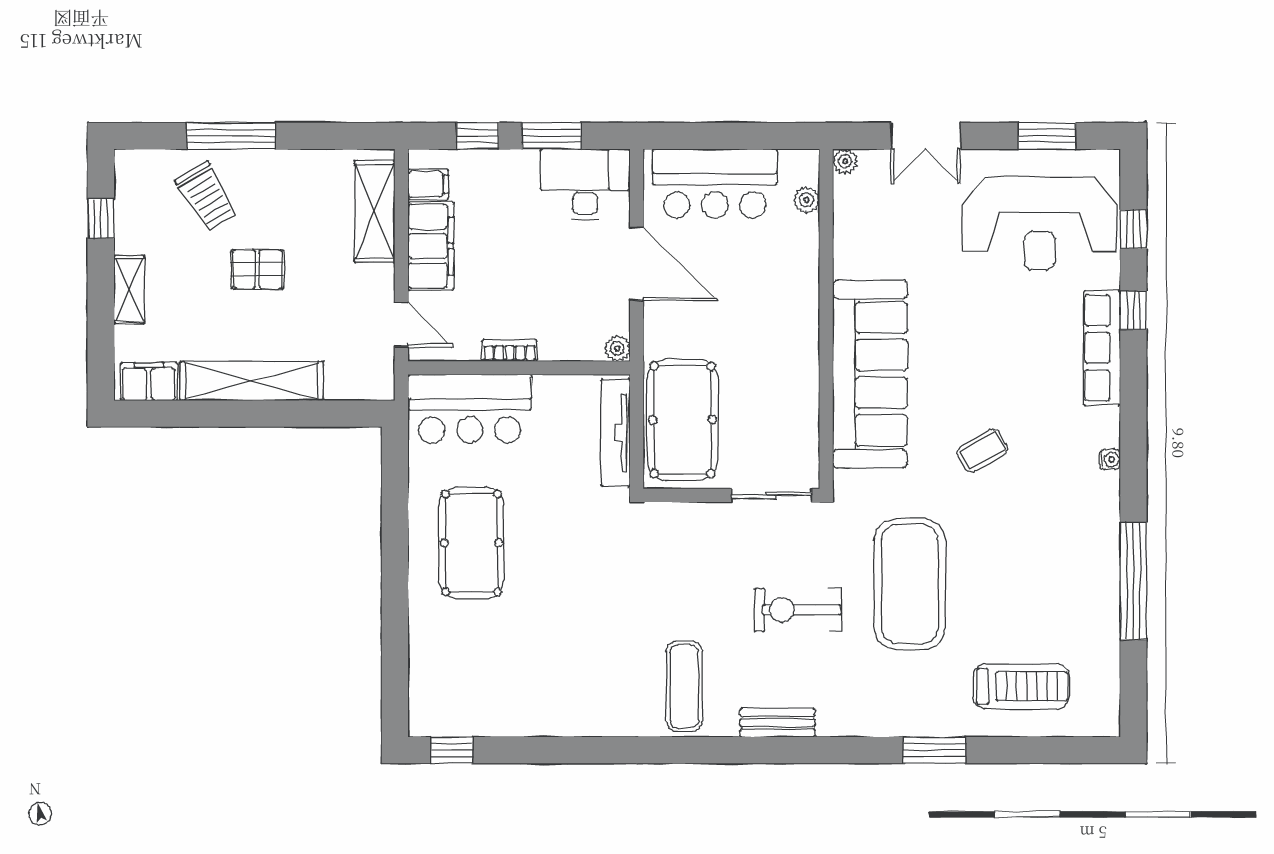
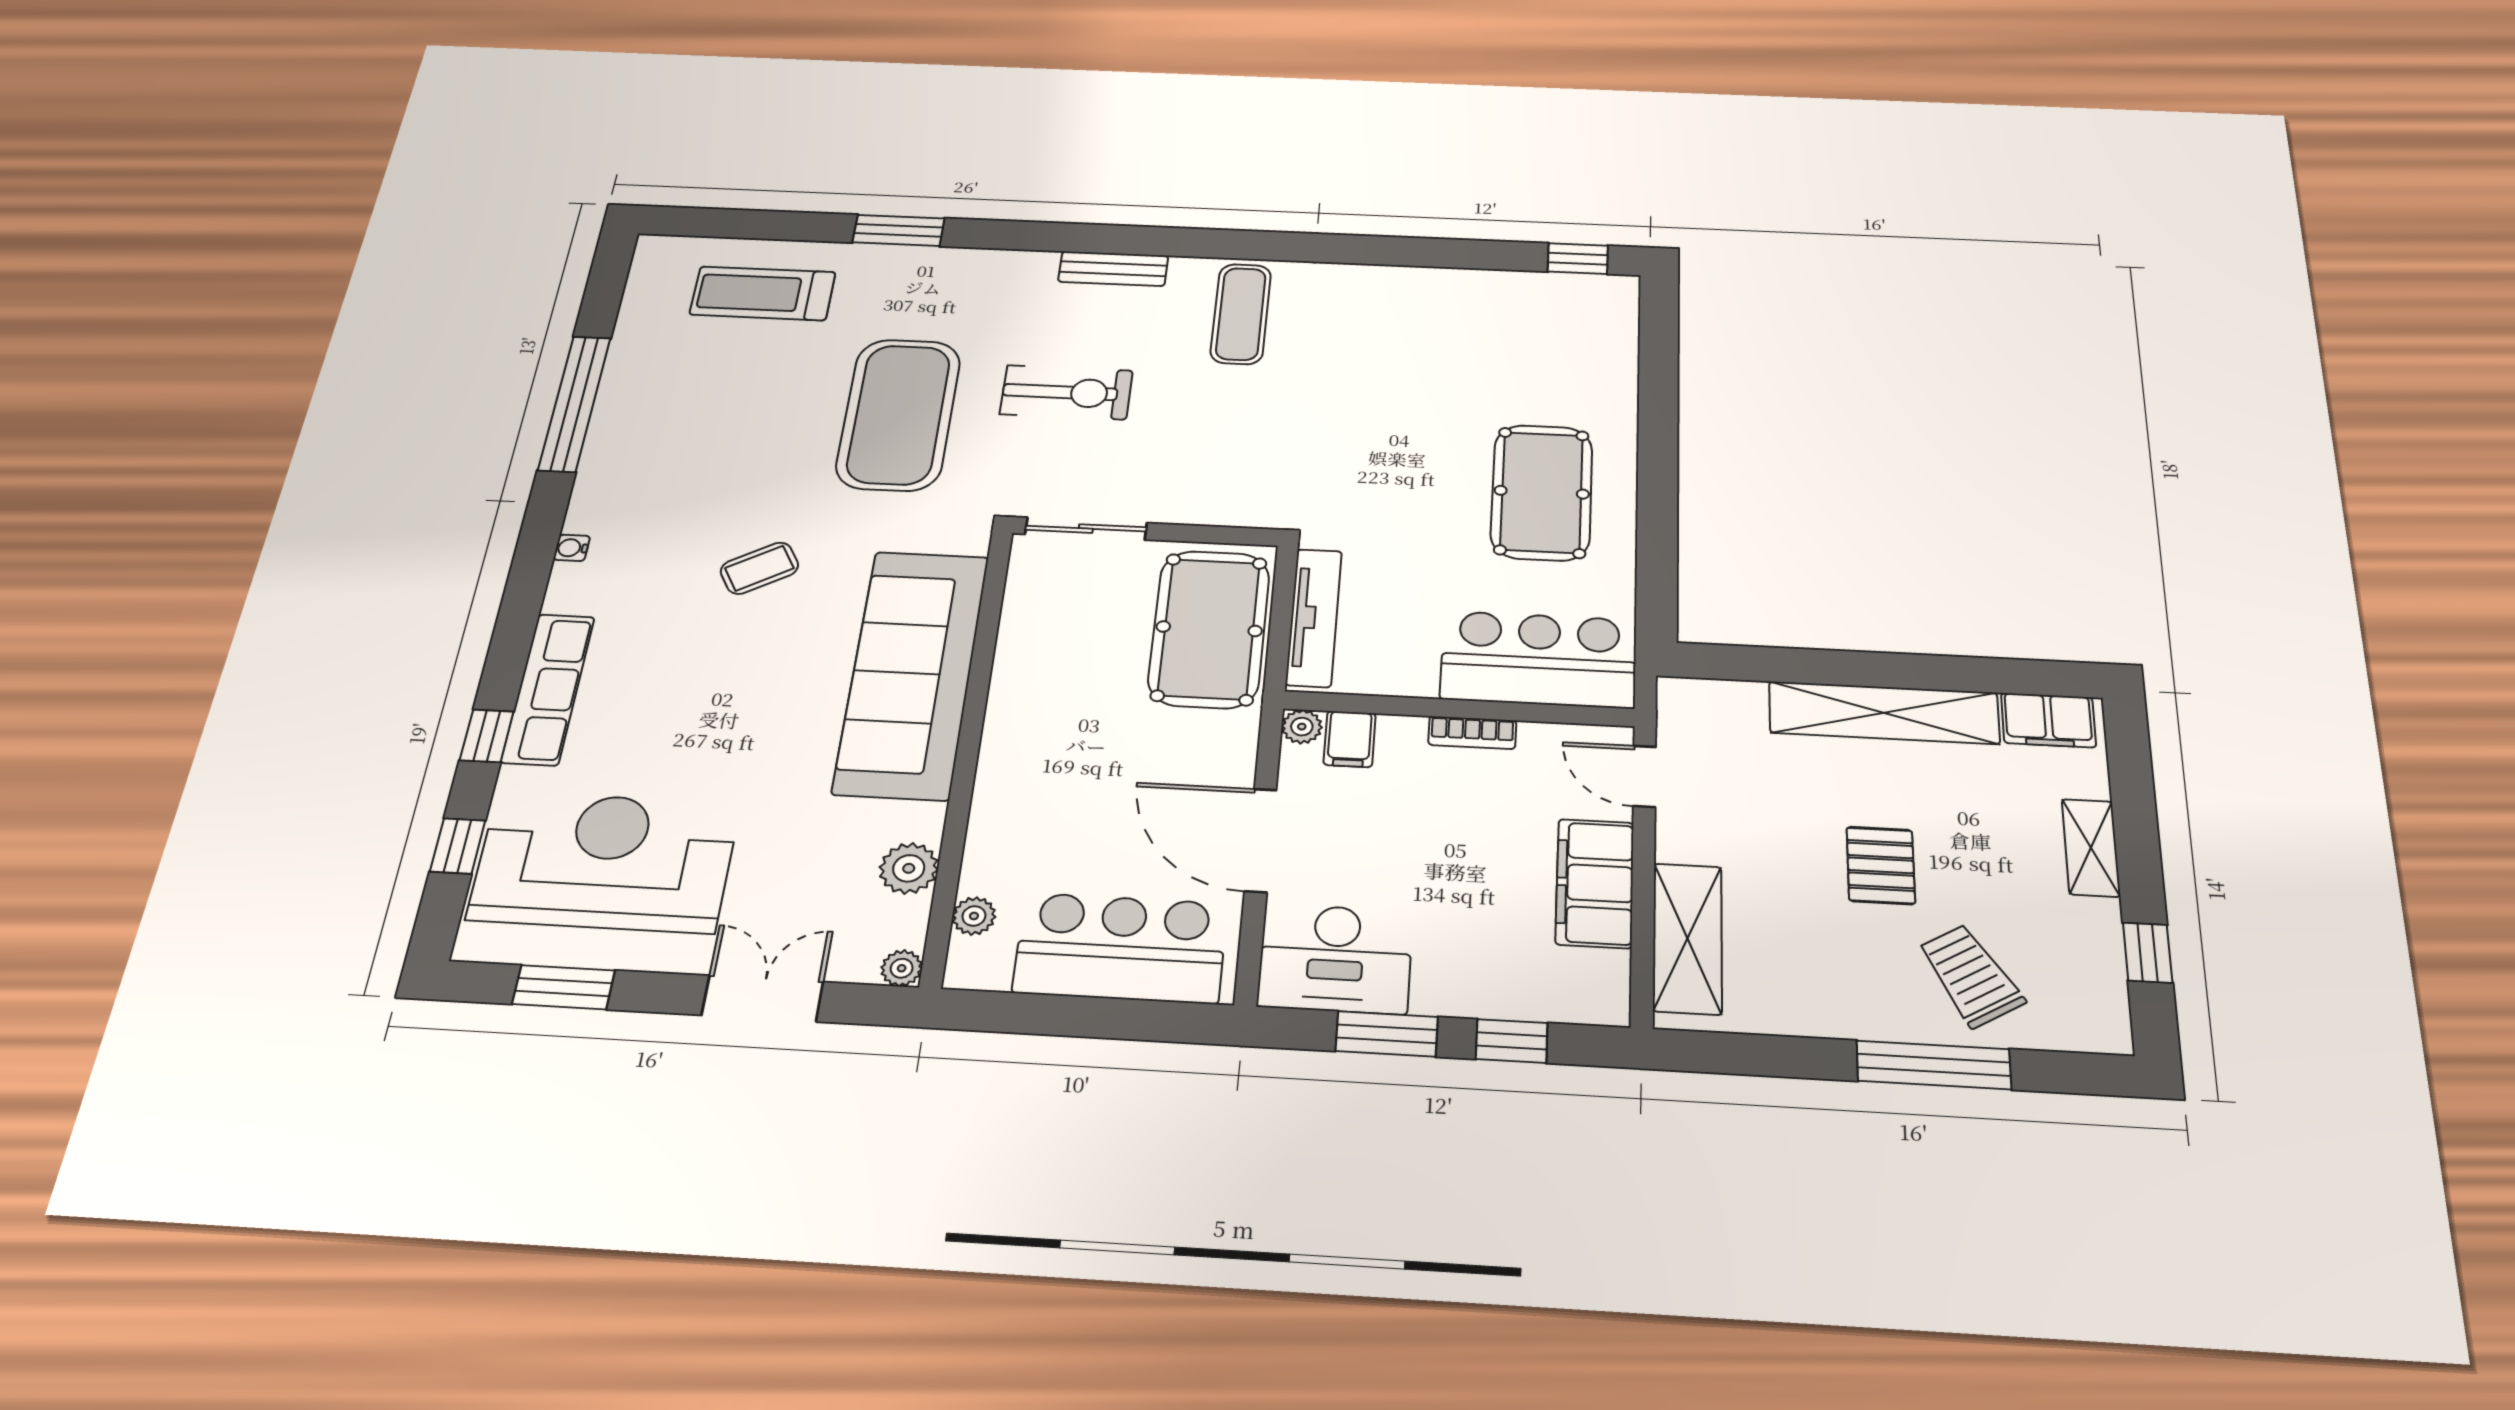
filing cabinet: (428, 184) -> (1350, 739), moved, turned -90
plant: (851, 231) -> (909, 868), added
pallet: (257, 269) -> (1881, 865), turned 90

